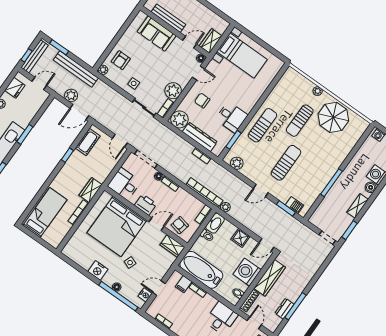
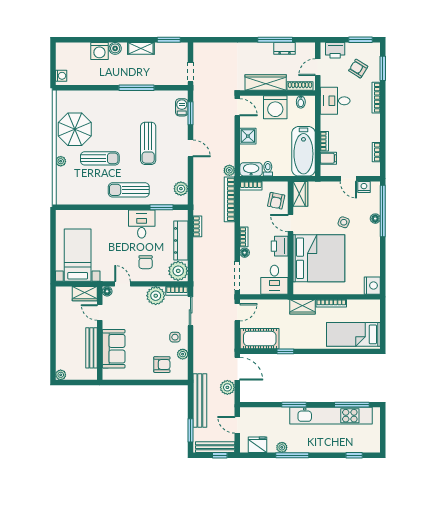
plant: (103, 70) -> (183, 354), moved
cot: (88, 142) -> (260, 339), width x1.37, depth x1.34
sun lounger: (286, 163) -> (148, 143), turned -90
doorway: (327, 238) -> (191, 72), moved
nightstand: (98, 270) -> (372, 286), moved

